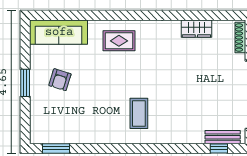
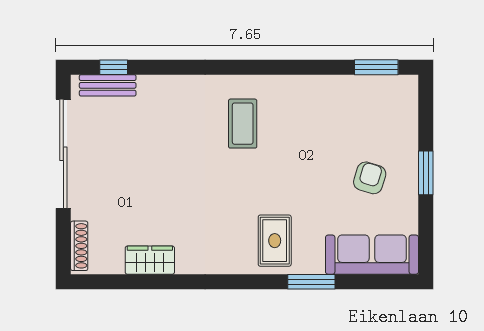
window: (96, 15) -> (311, 282), added
rug: (119, 41) -> (275, 241), turned 90

